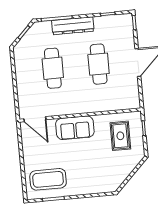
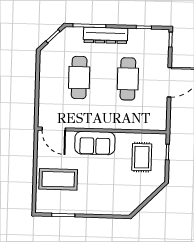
coffee table: (48, 179) -> (58, 179), moved

